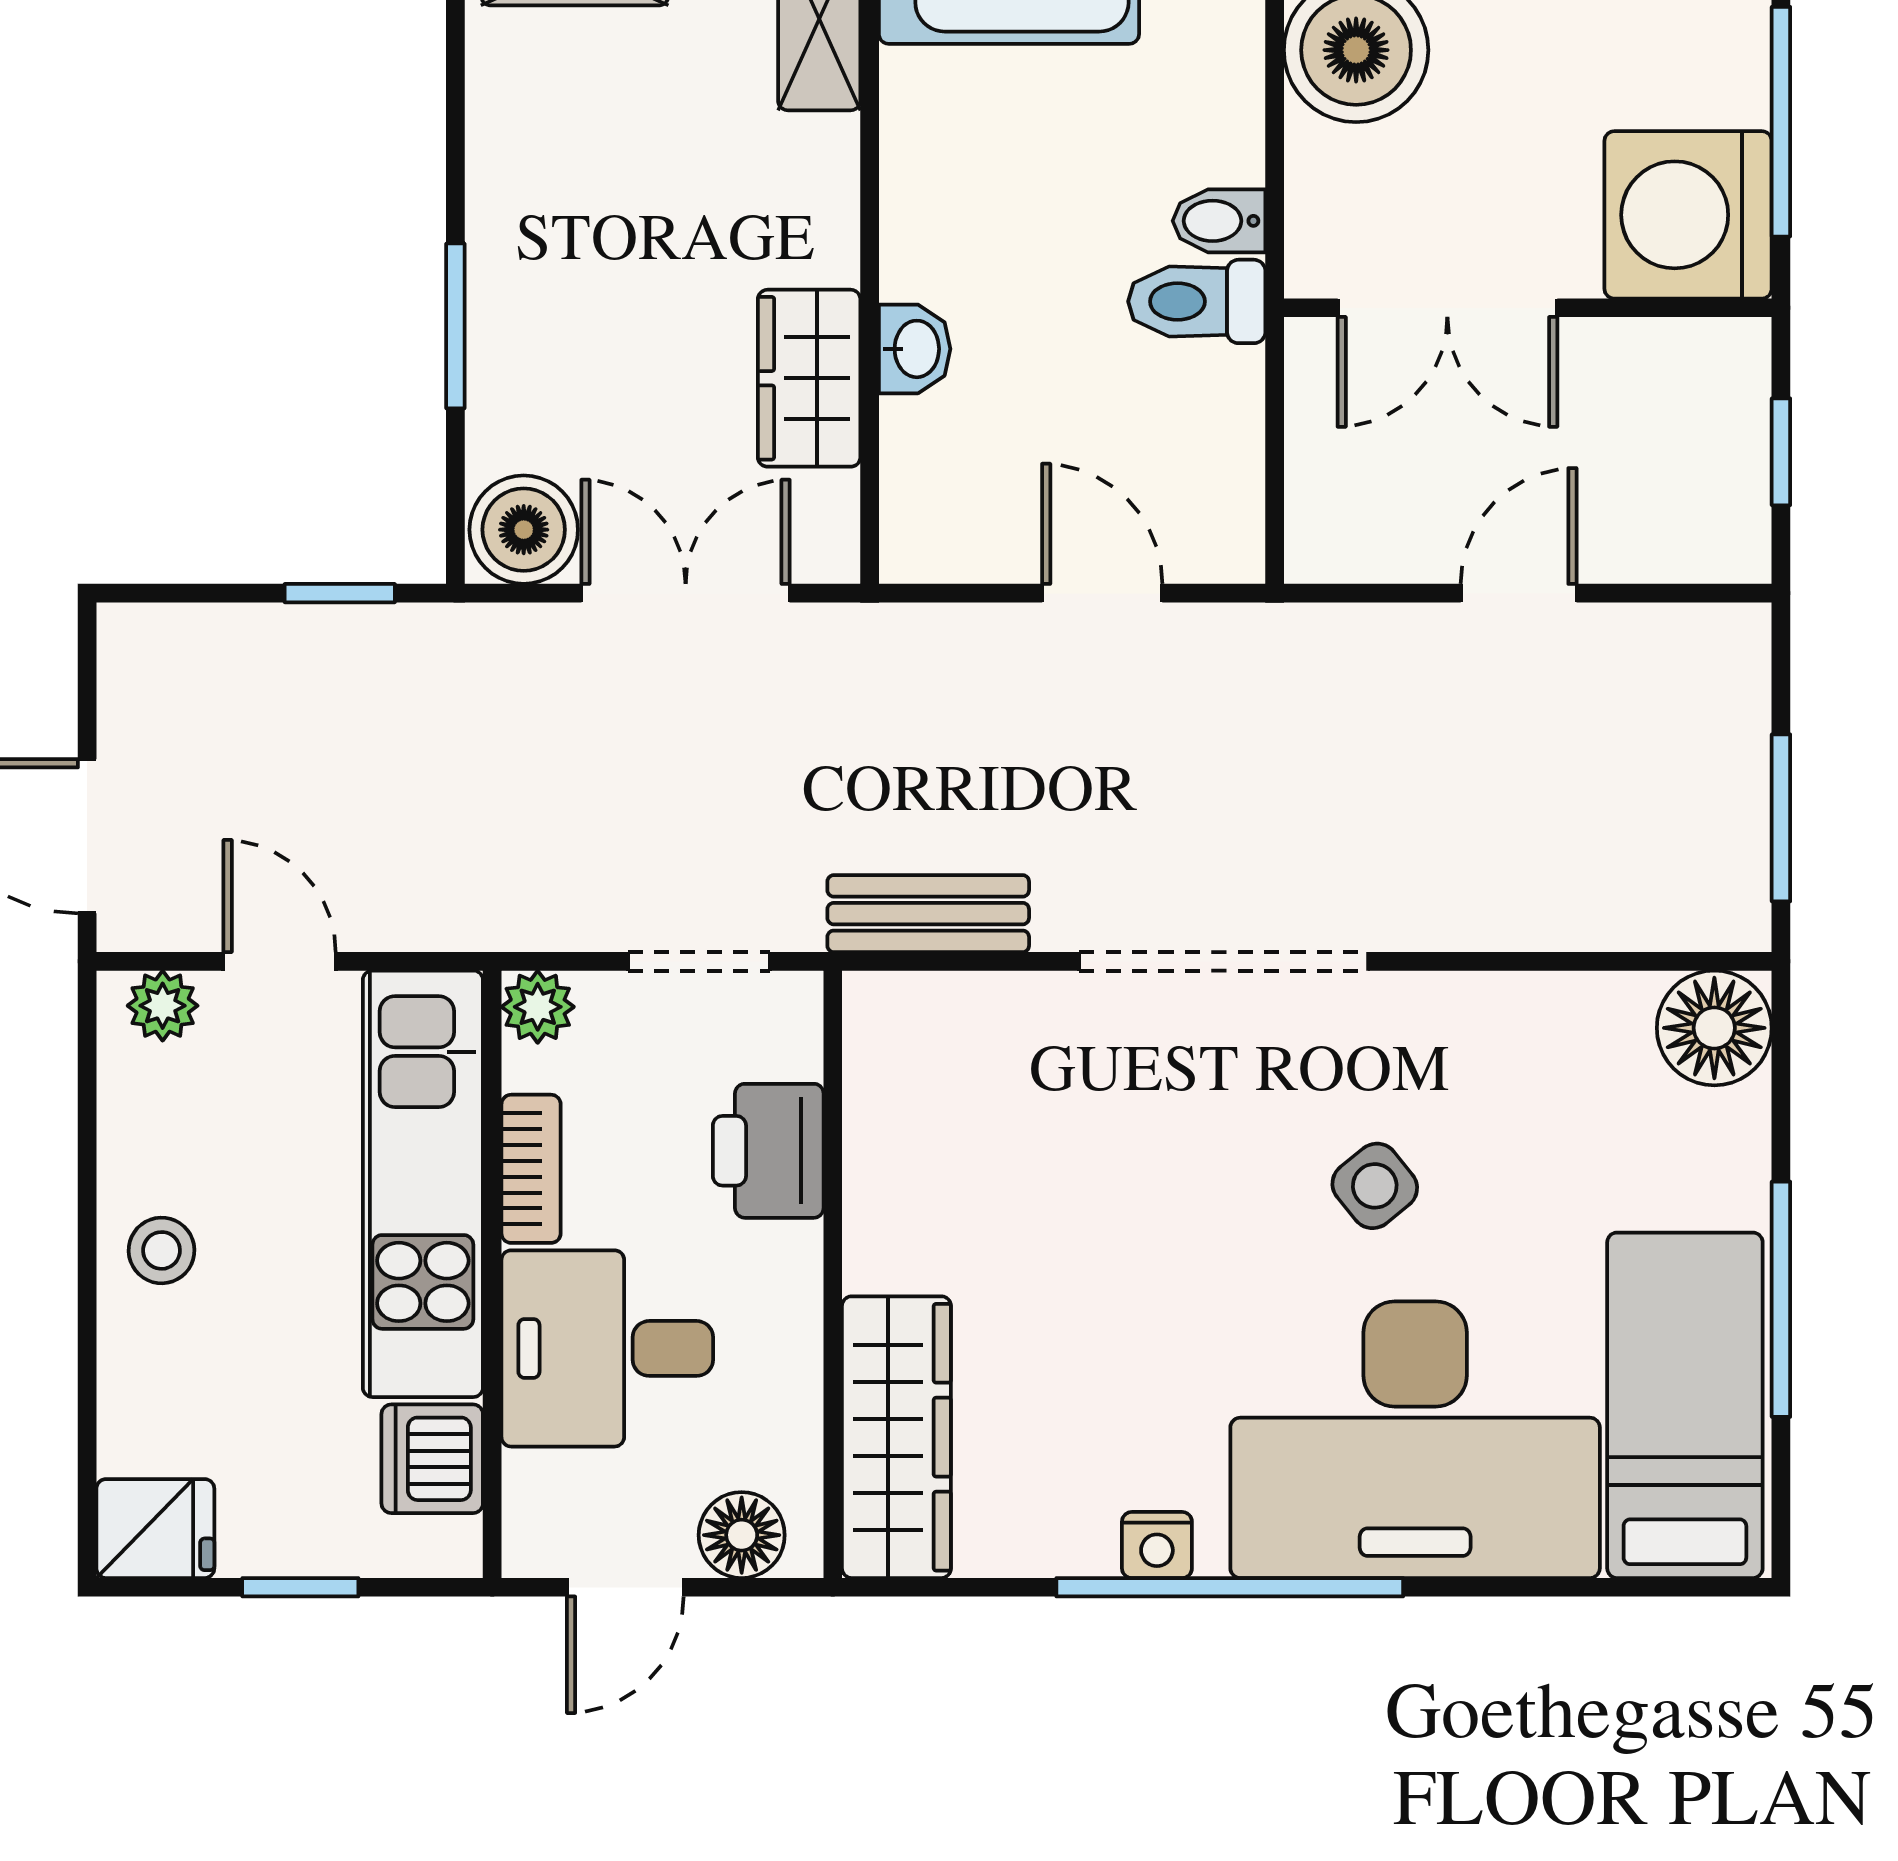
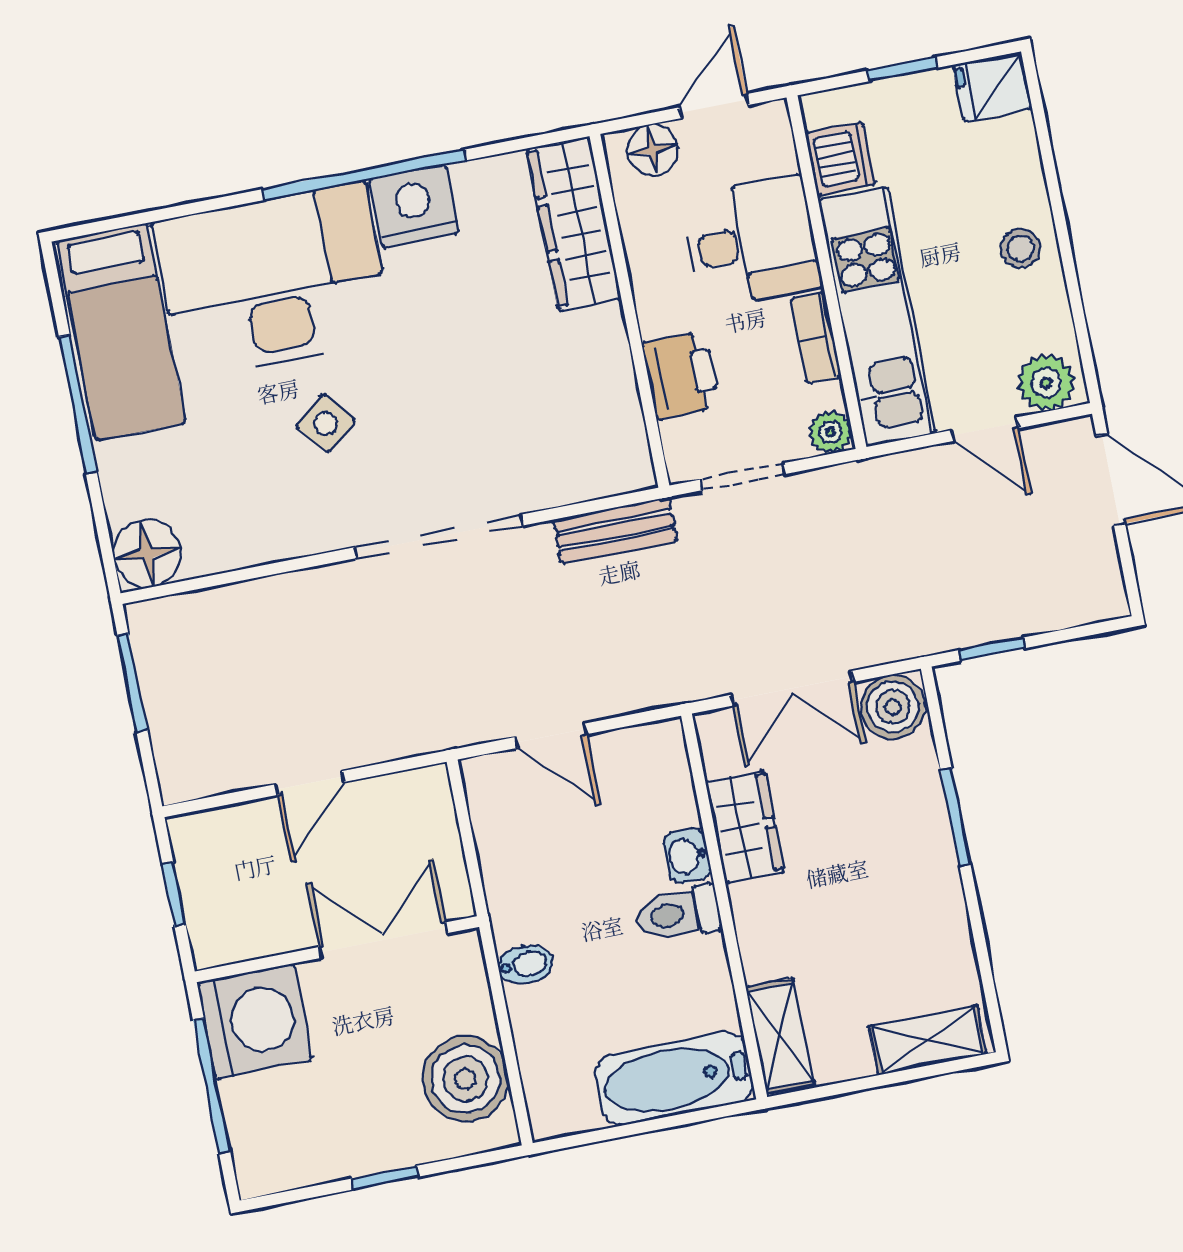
toilet: (1197, 301) -> (679, 914), moved, turned 180
plant: (163, 1006) -> (1046, 383), width x1.38, depth x1.38
nightstand: (1157, 1545) -> (414, 206), width x1.89, depth x1.79

